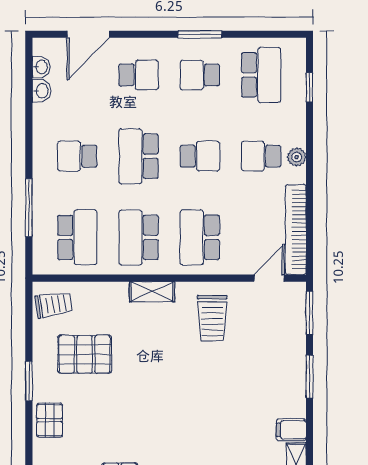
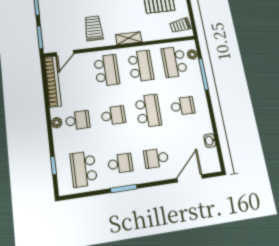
washbasin: (41, 67) -> (213, 155), removed
school desk: (200, 156) -> (113, 115), turned 180
plant: (42, 247) -> (192, 54), added

